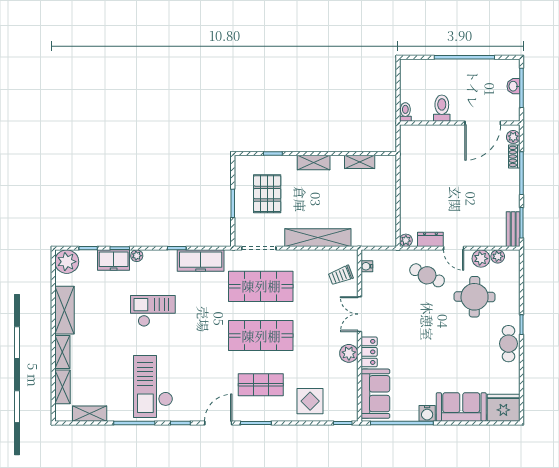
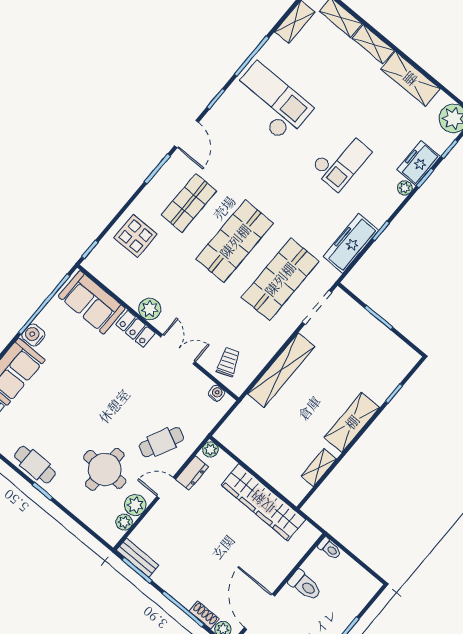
shelving: (314, 162) -> (352, 422), width x1.50, depth x1.33
wardrobe: (411, 179) -> (263, 502), added
pallet: (267, 194) -> (361, 357), removed

